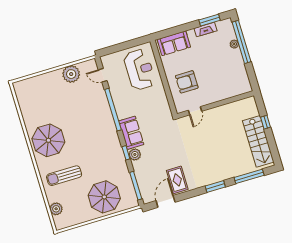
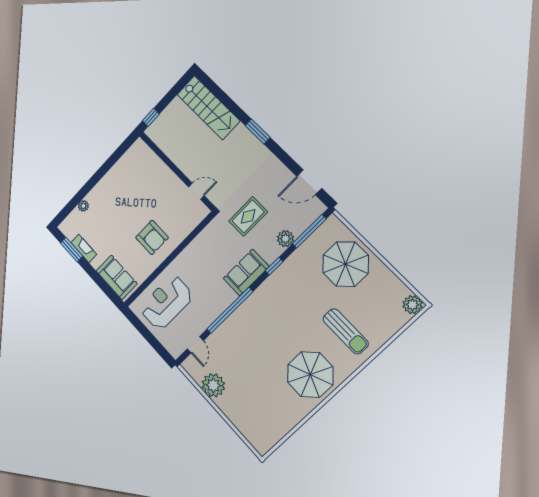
window: (241, 42) -> (77, 199), removed
wall: (215, 105) -> (177, 171), moved
door: (195, 111) -> (196, 191), moved
stairs: (258, 141) -> (208, 108), moved, turned 90
plant: (135, 154) -> (285, 239), moved
window: (249, 176) -> (224, 98), removed
rug: (177, 180) -> (248, 216), moved
plant: (56, 209) -> (412, 305), moved

